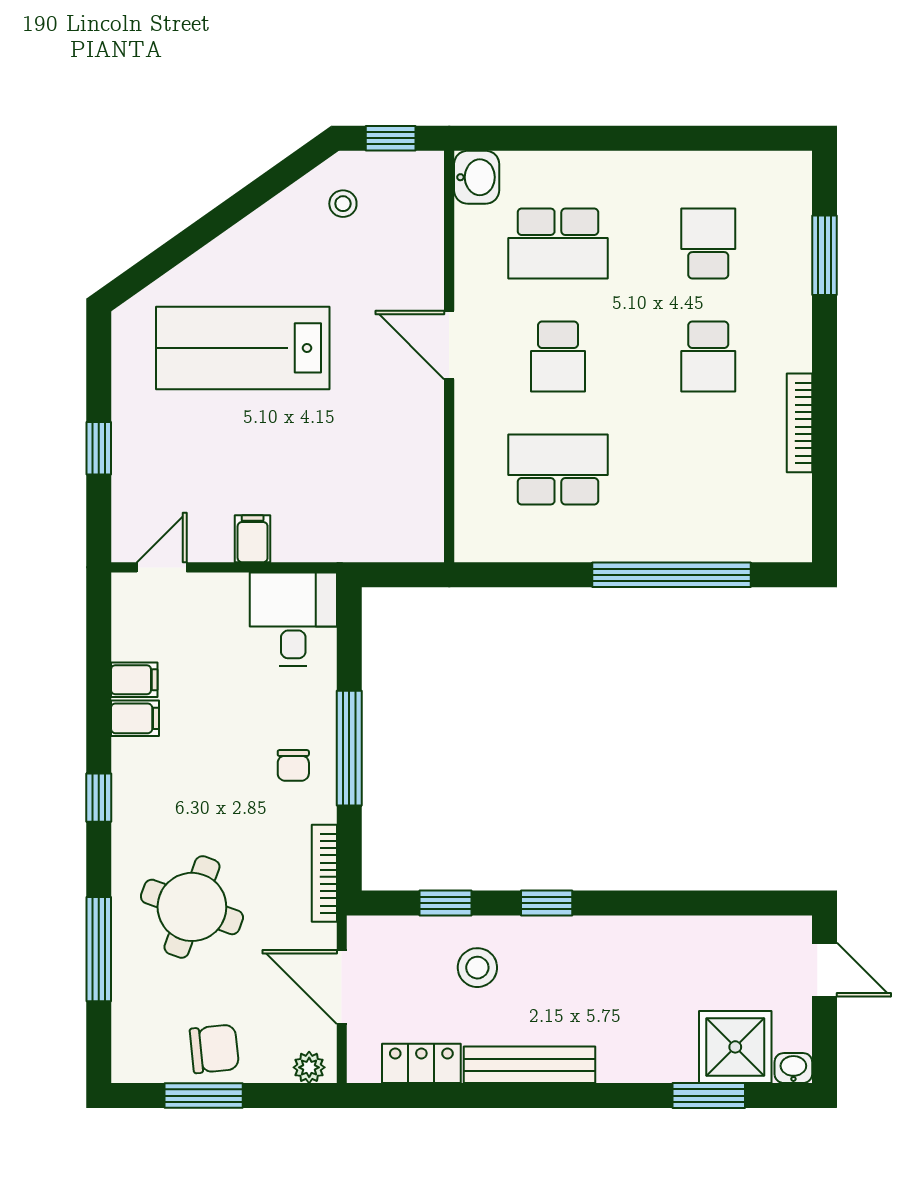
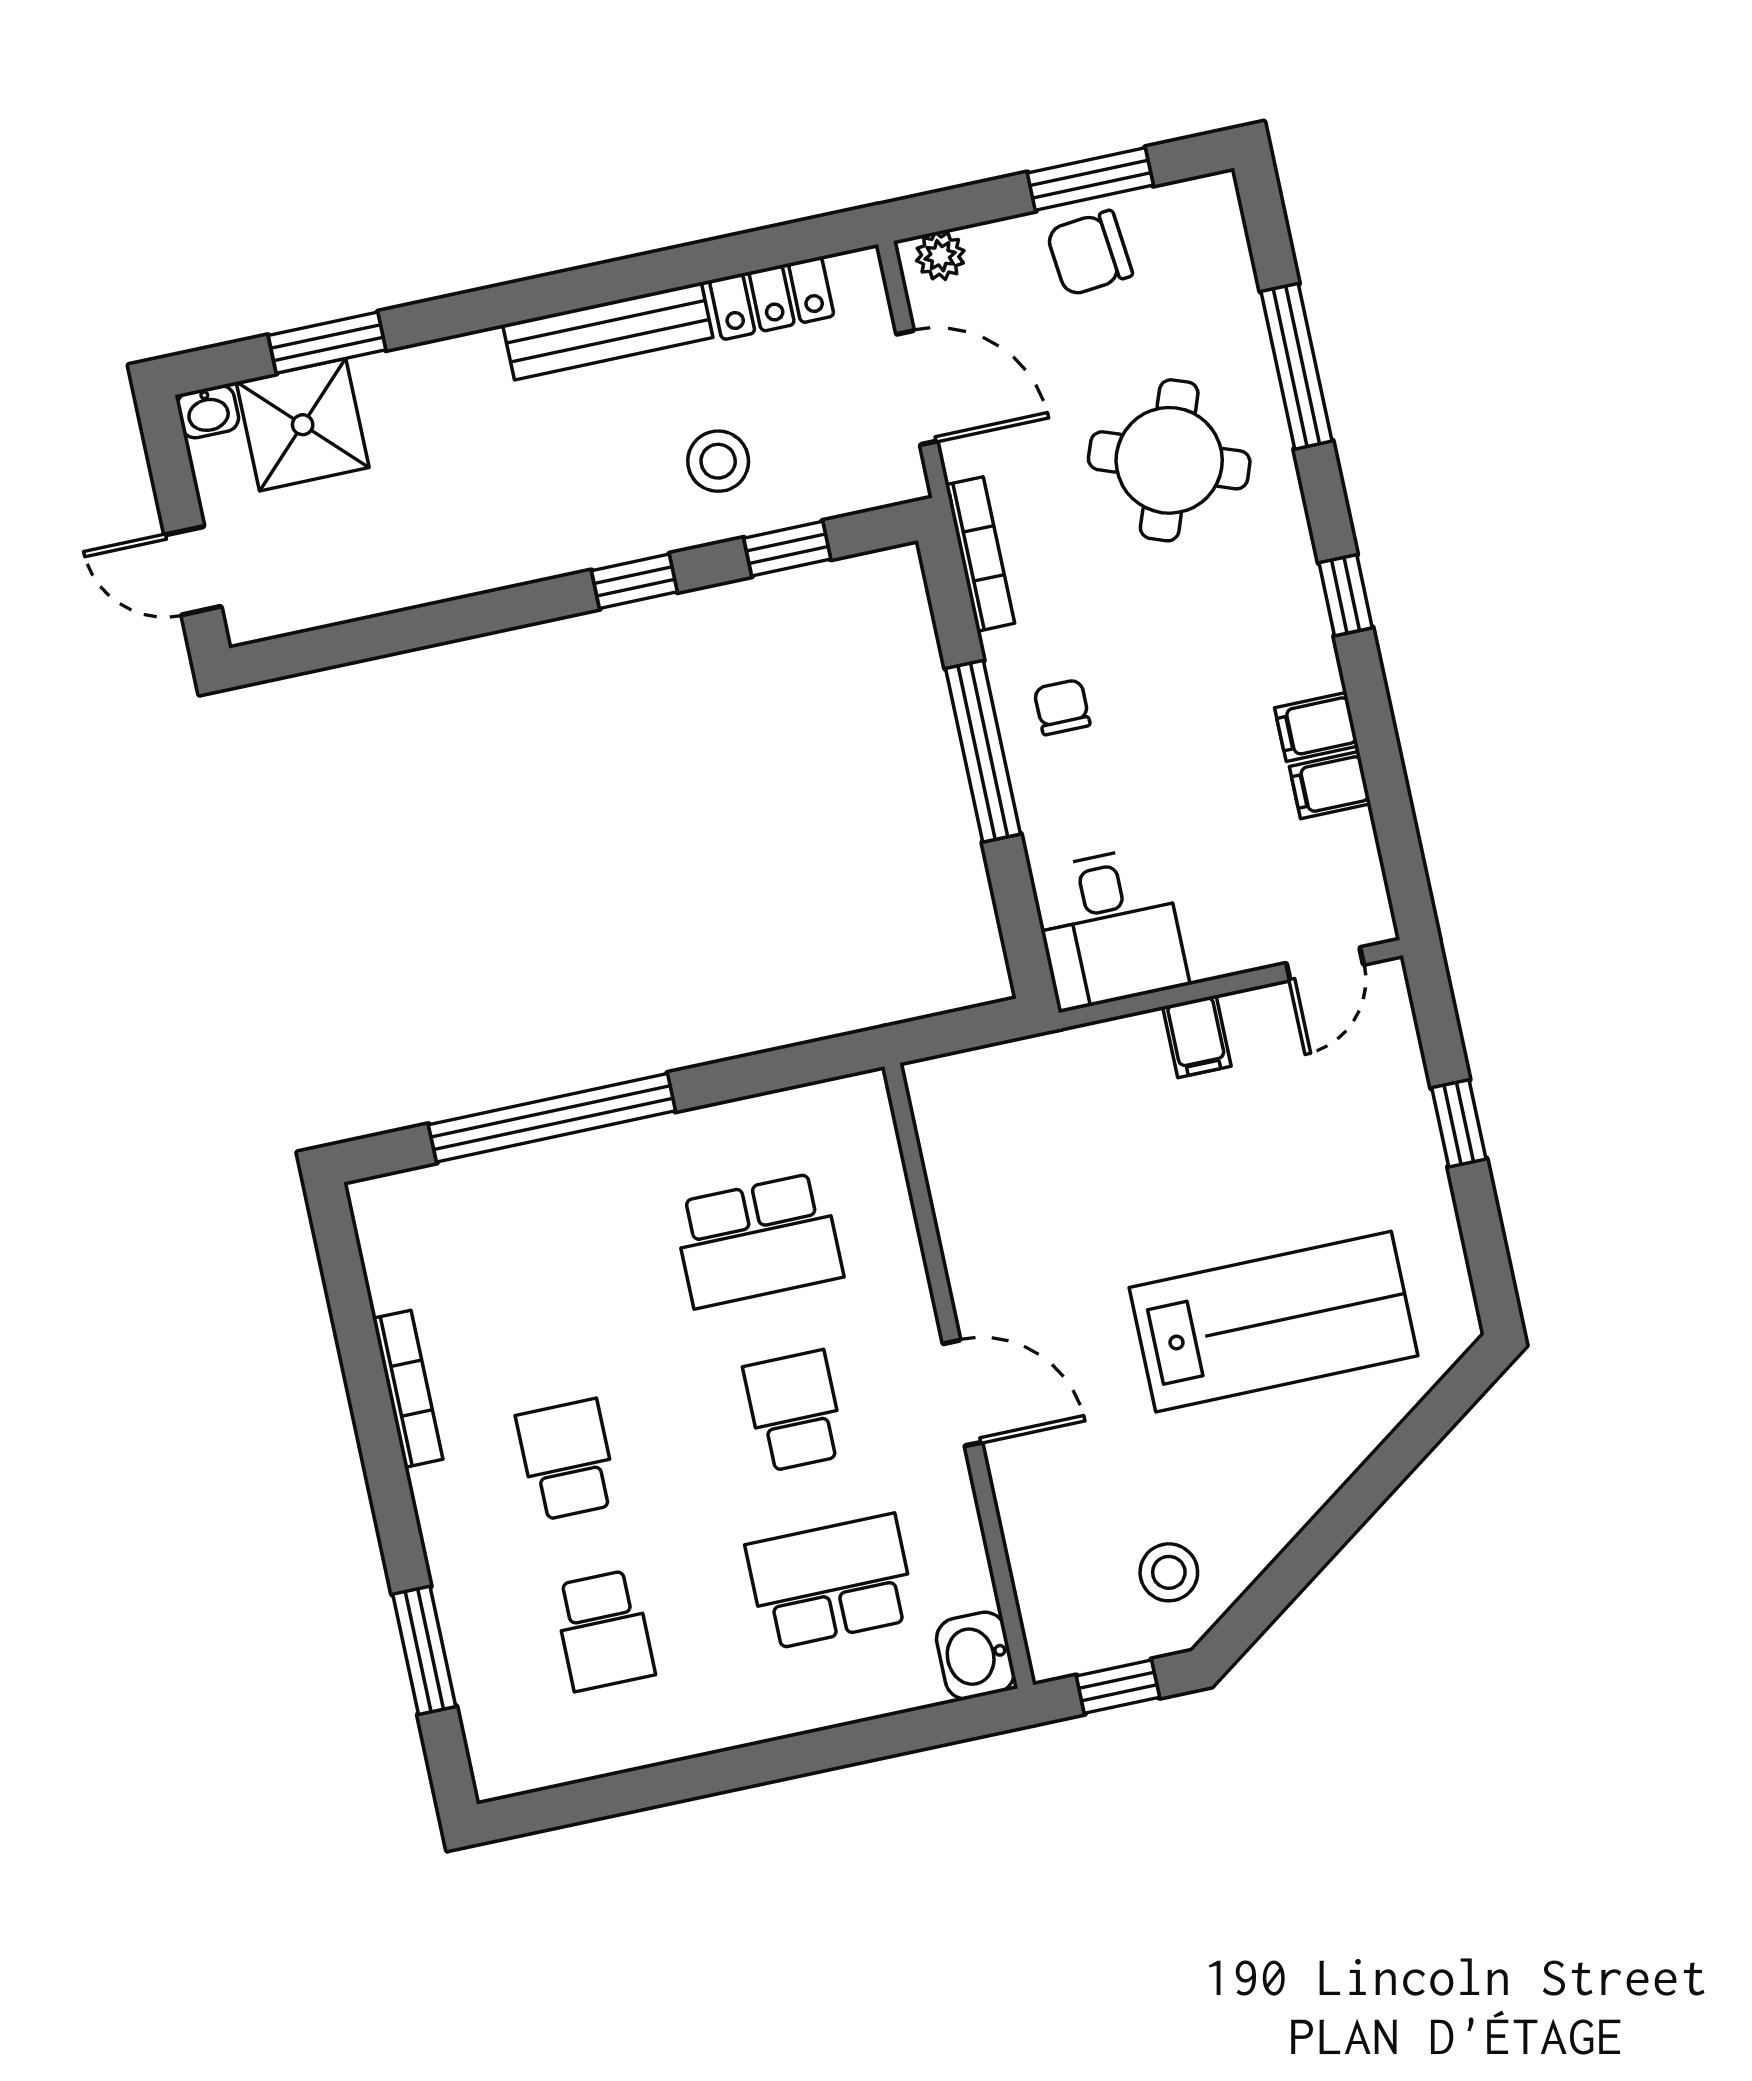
stool: (343, 204) -> (1169, 1572), width x1.37, depth x1.37

